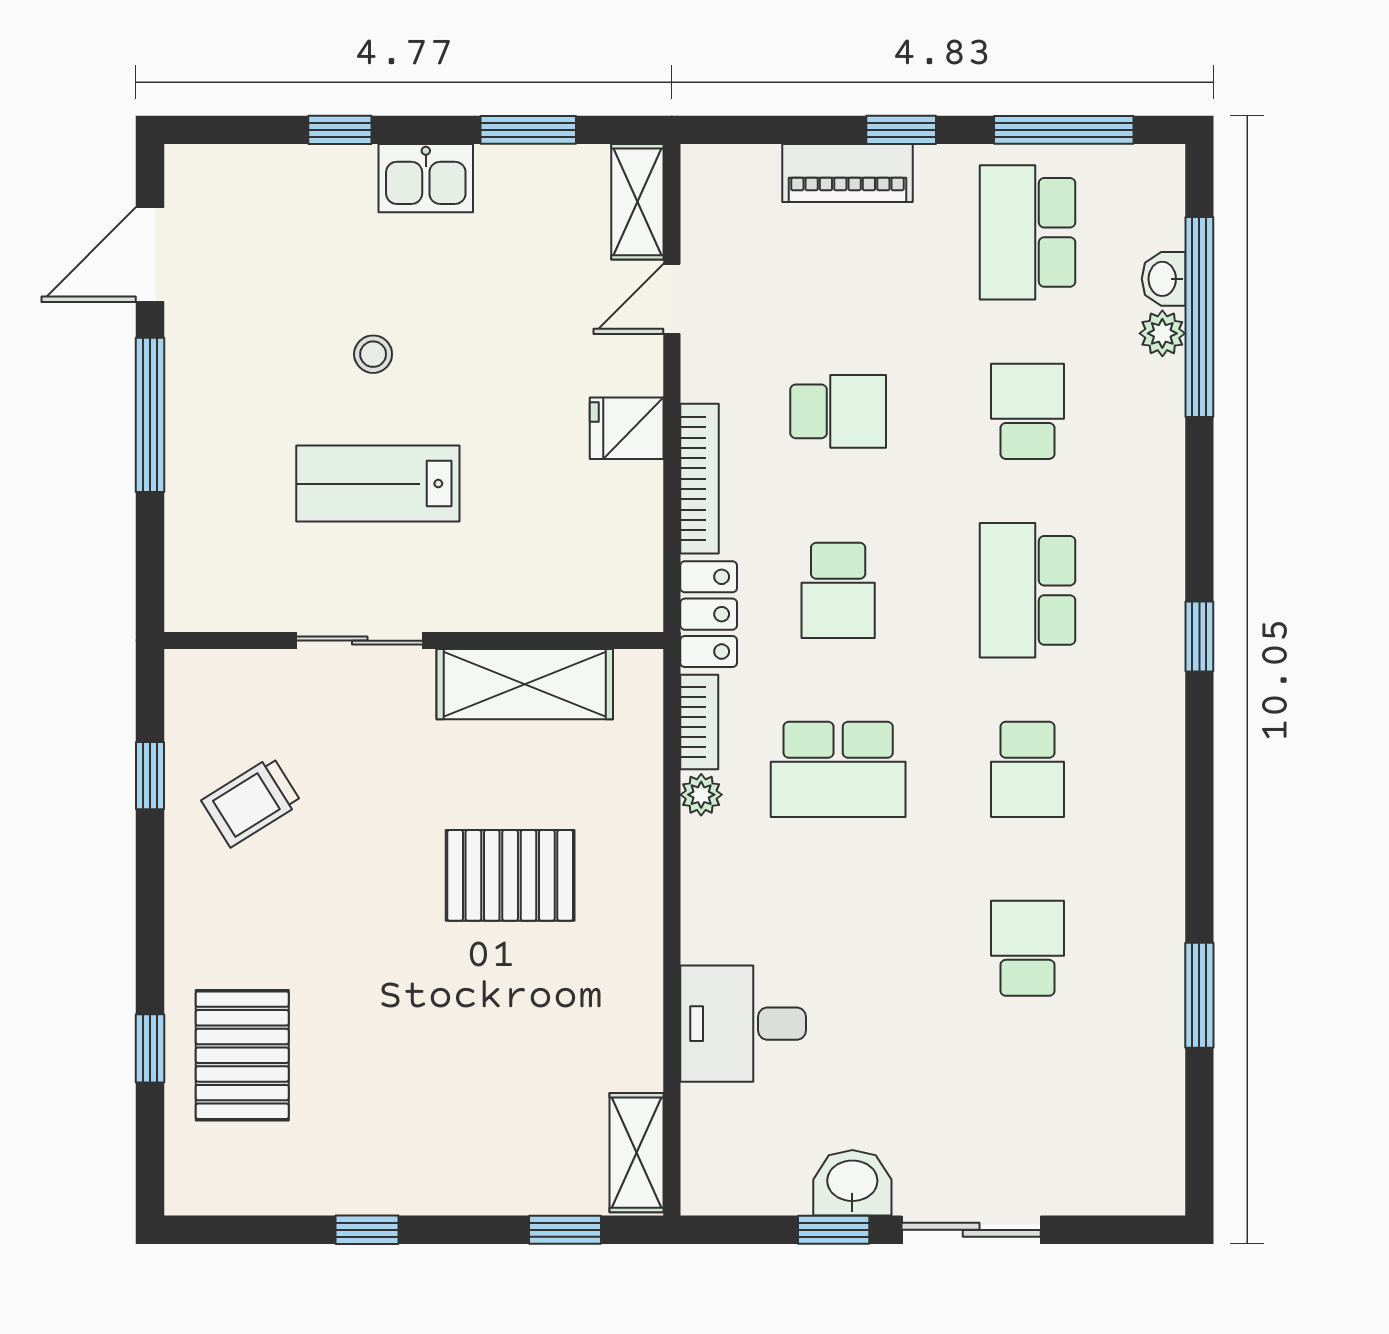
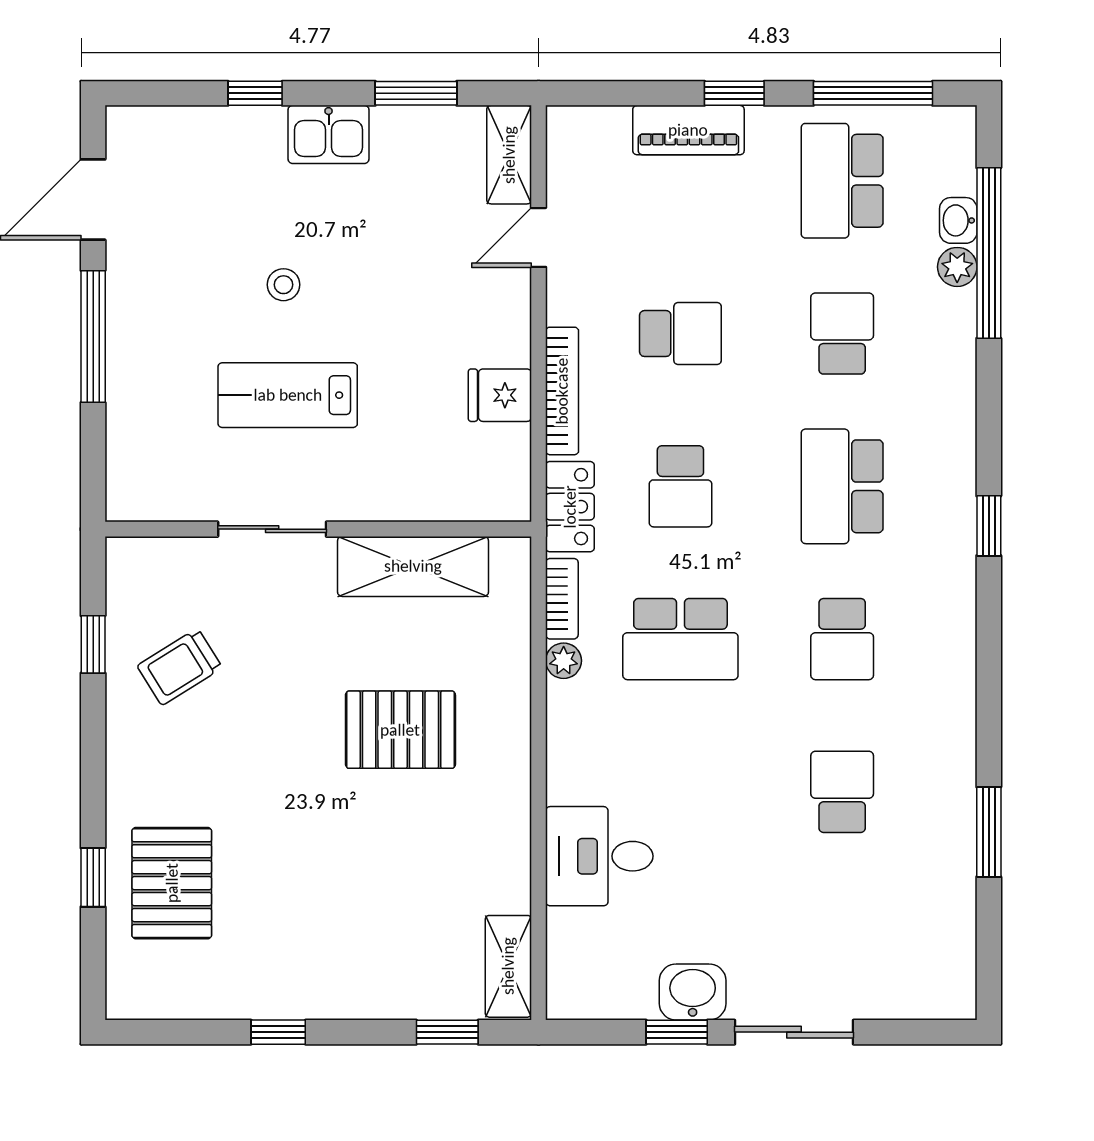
fridge: (627, 428) -> (500, 395), moved

